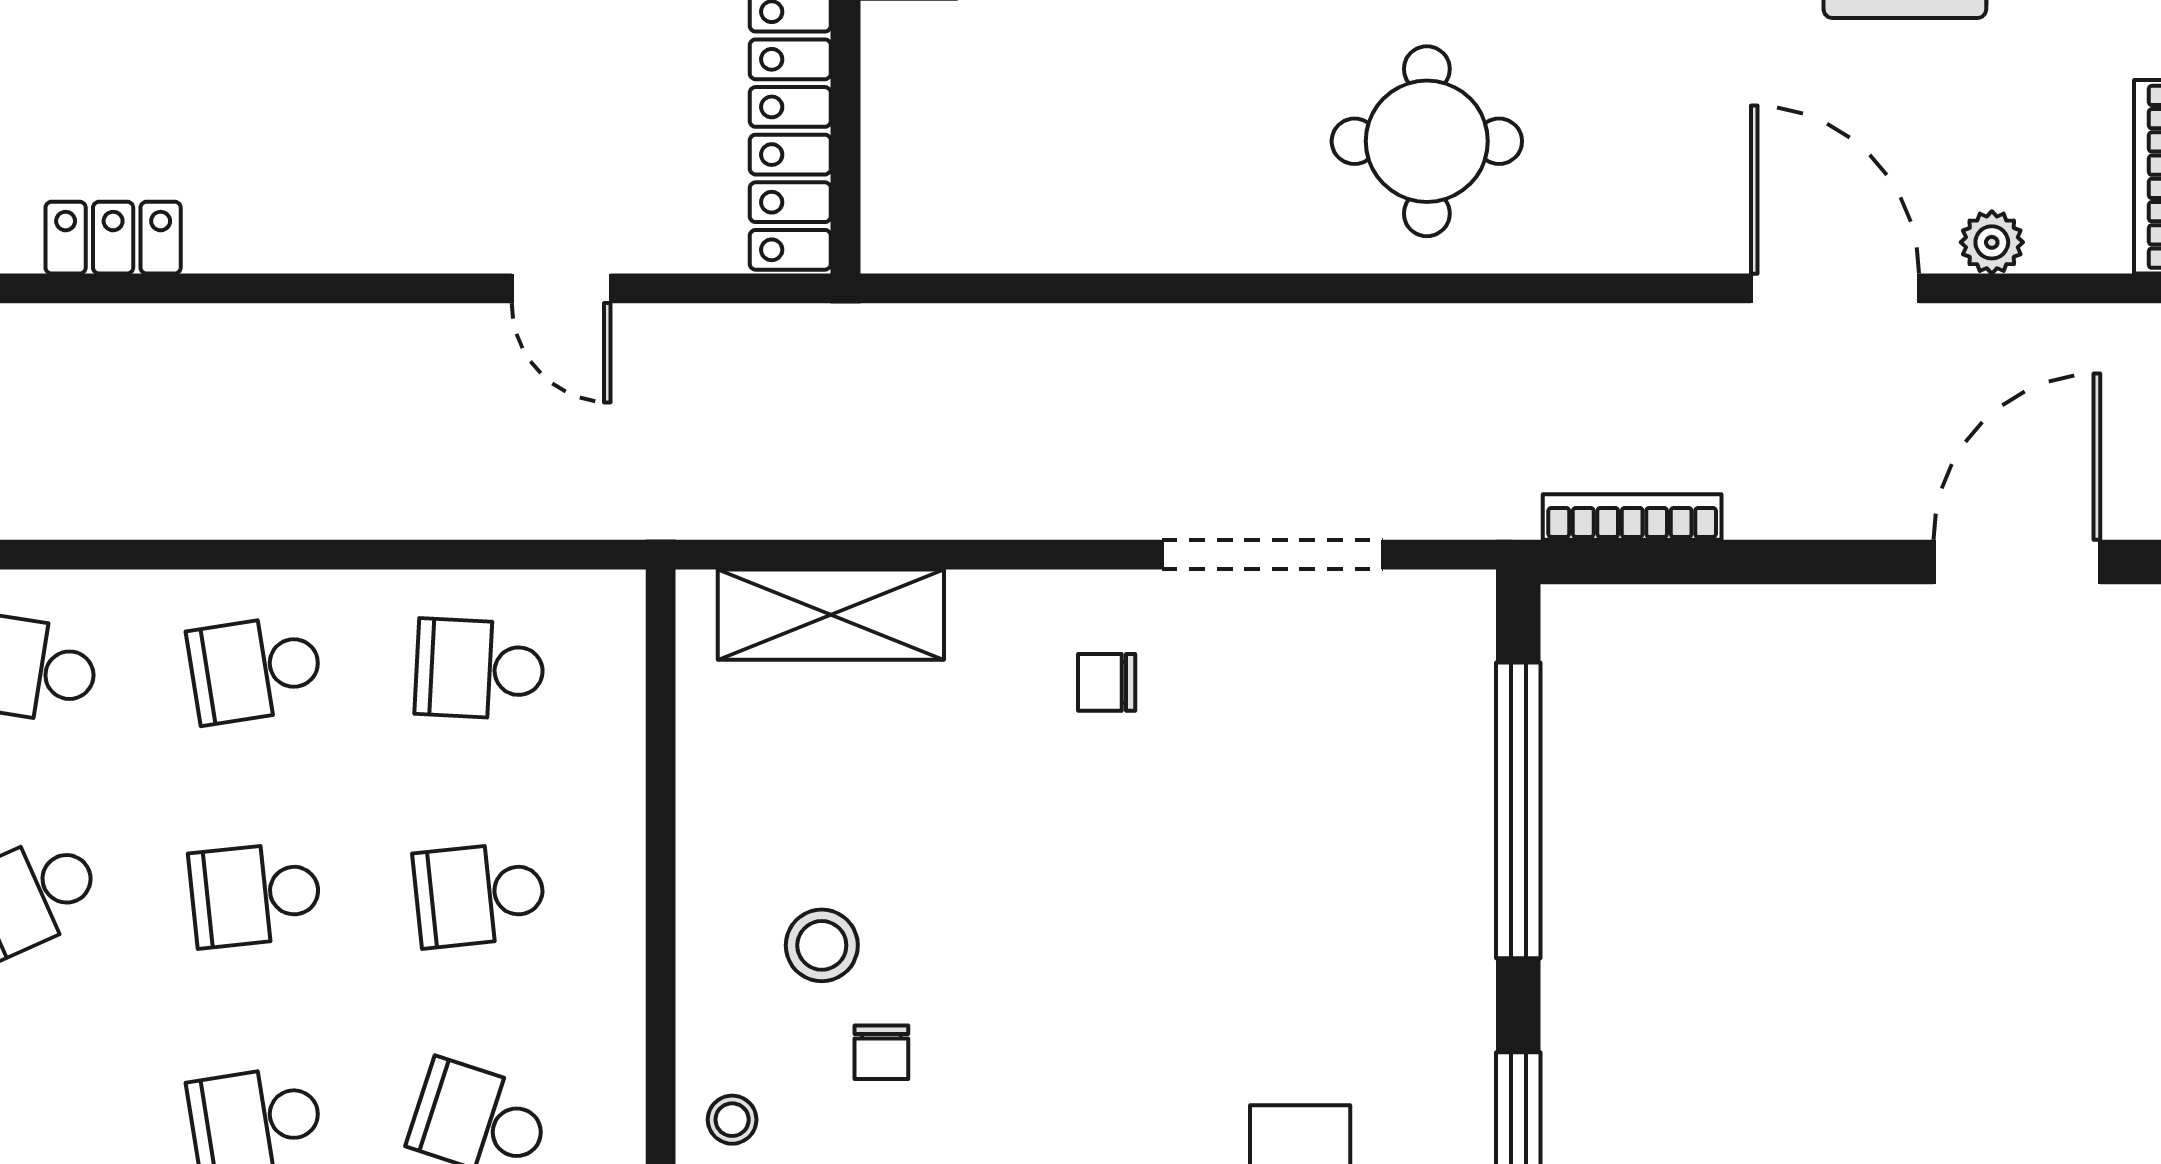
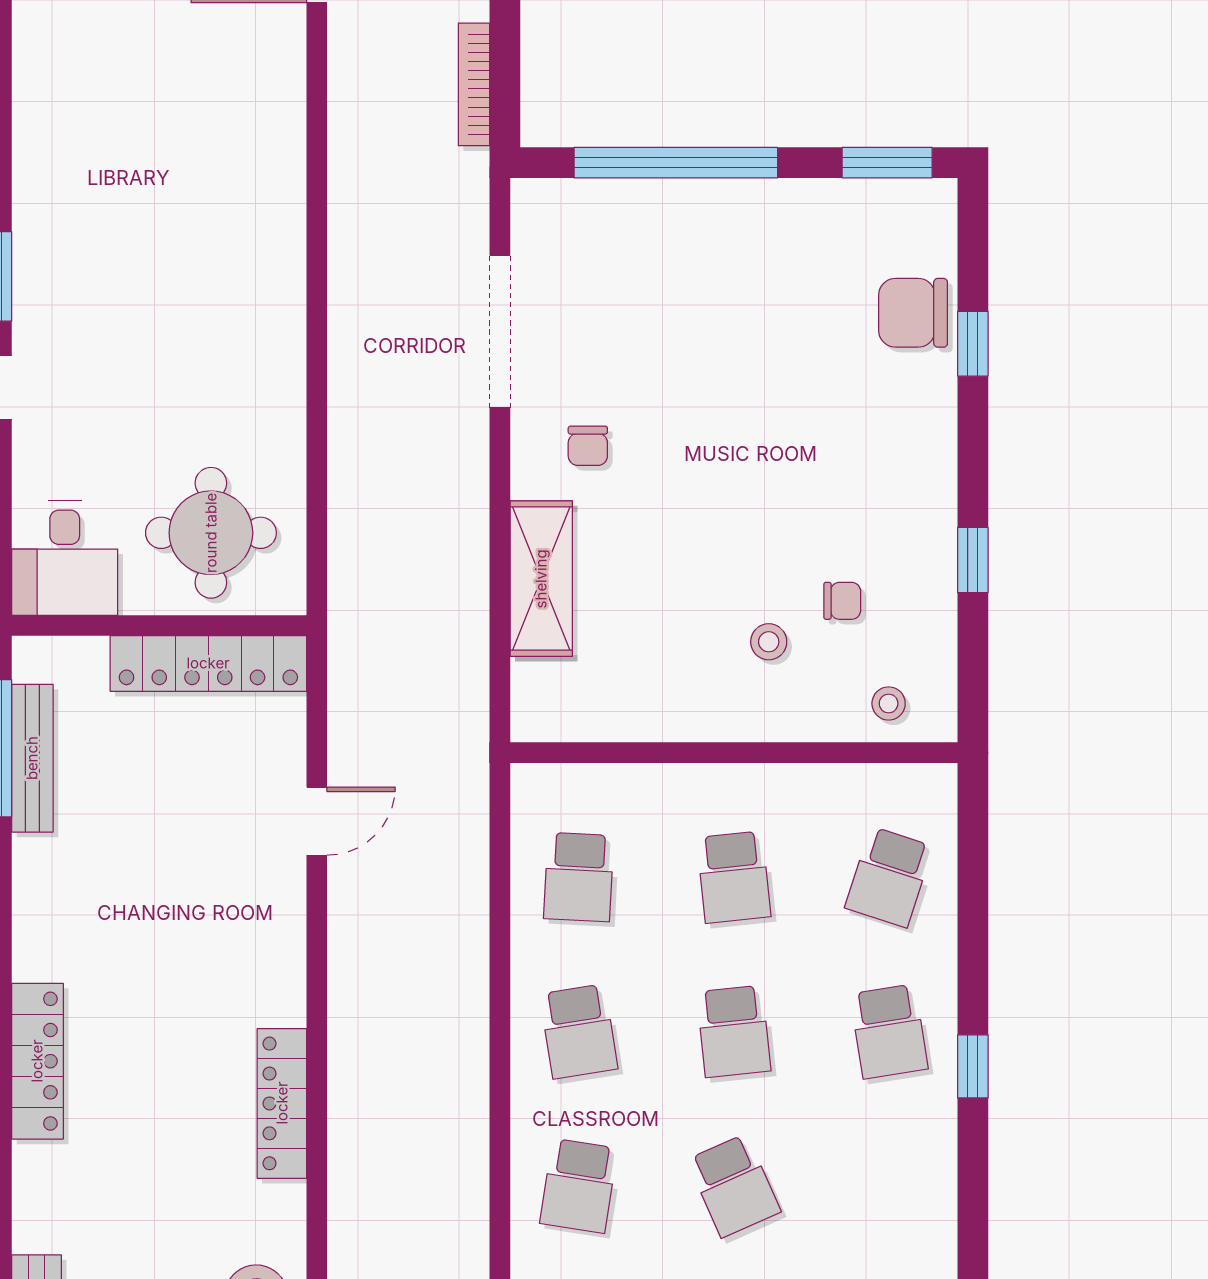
round table: (1427, 141) -> (211, 533), moved
locker: (113, 238) -> (282, 1103), width x1.53
shelving: (831, 615) -> (541, 579), moved
stool: (822, 945) -> (769, 642), width x0.73, depth x0.73

